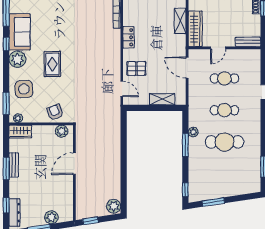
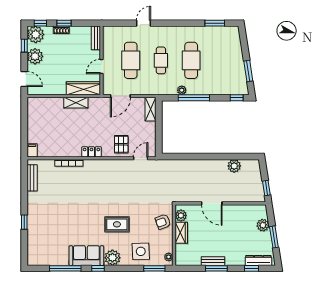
door: (218, 48) -> (102, 66), swing flipped
cafe table: (224, 78) -> (131, 60), width x1.37, depth x1.35
shelving: (162, 99) -> (150, 109), moved
wardrobe: (20, 132) -> (181, 233), moved
window: (185, 145) -> (194, 98), width x1.44
plant: (114, 206) -> (234, 166), moved

